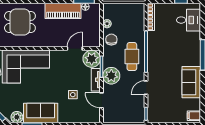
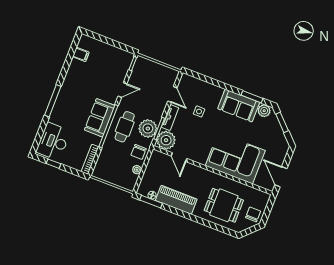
desk: (189, 20) -> (53, 141), width x1.37
door: (75, 48) -> (179, 157), hinge flipped
plant: (111, 76) -> (148, 129), moved
sofa: (191, 82) -> (100, 118), moved, turned 180
filing cabinet: (194, 116) -> (81, 54), moved

